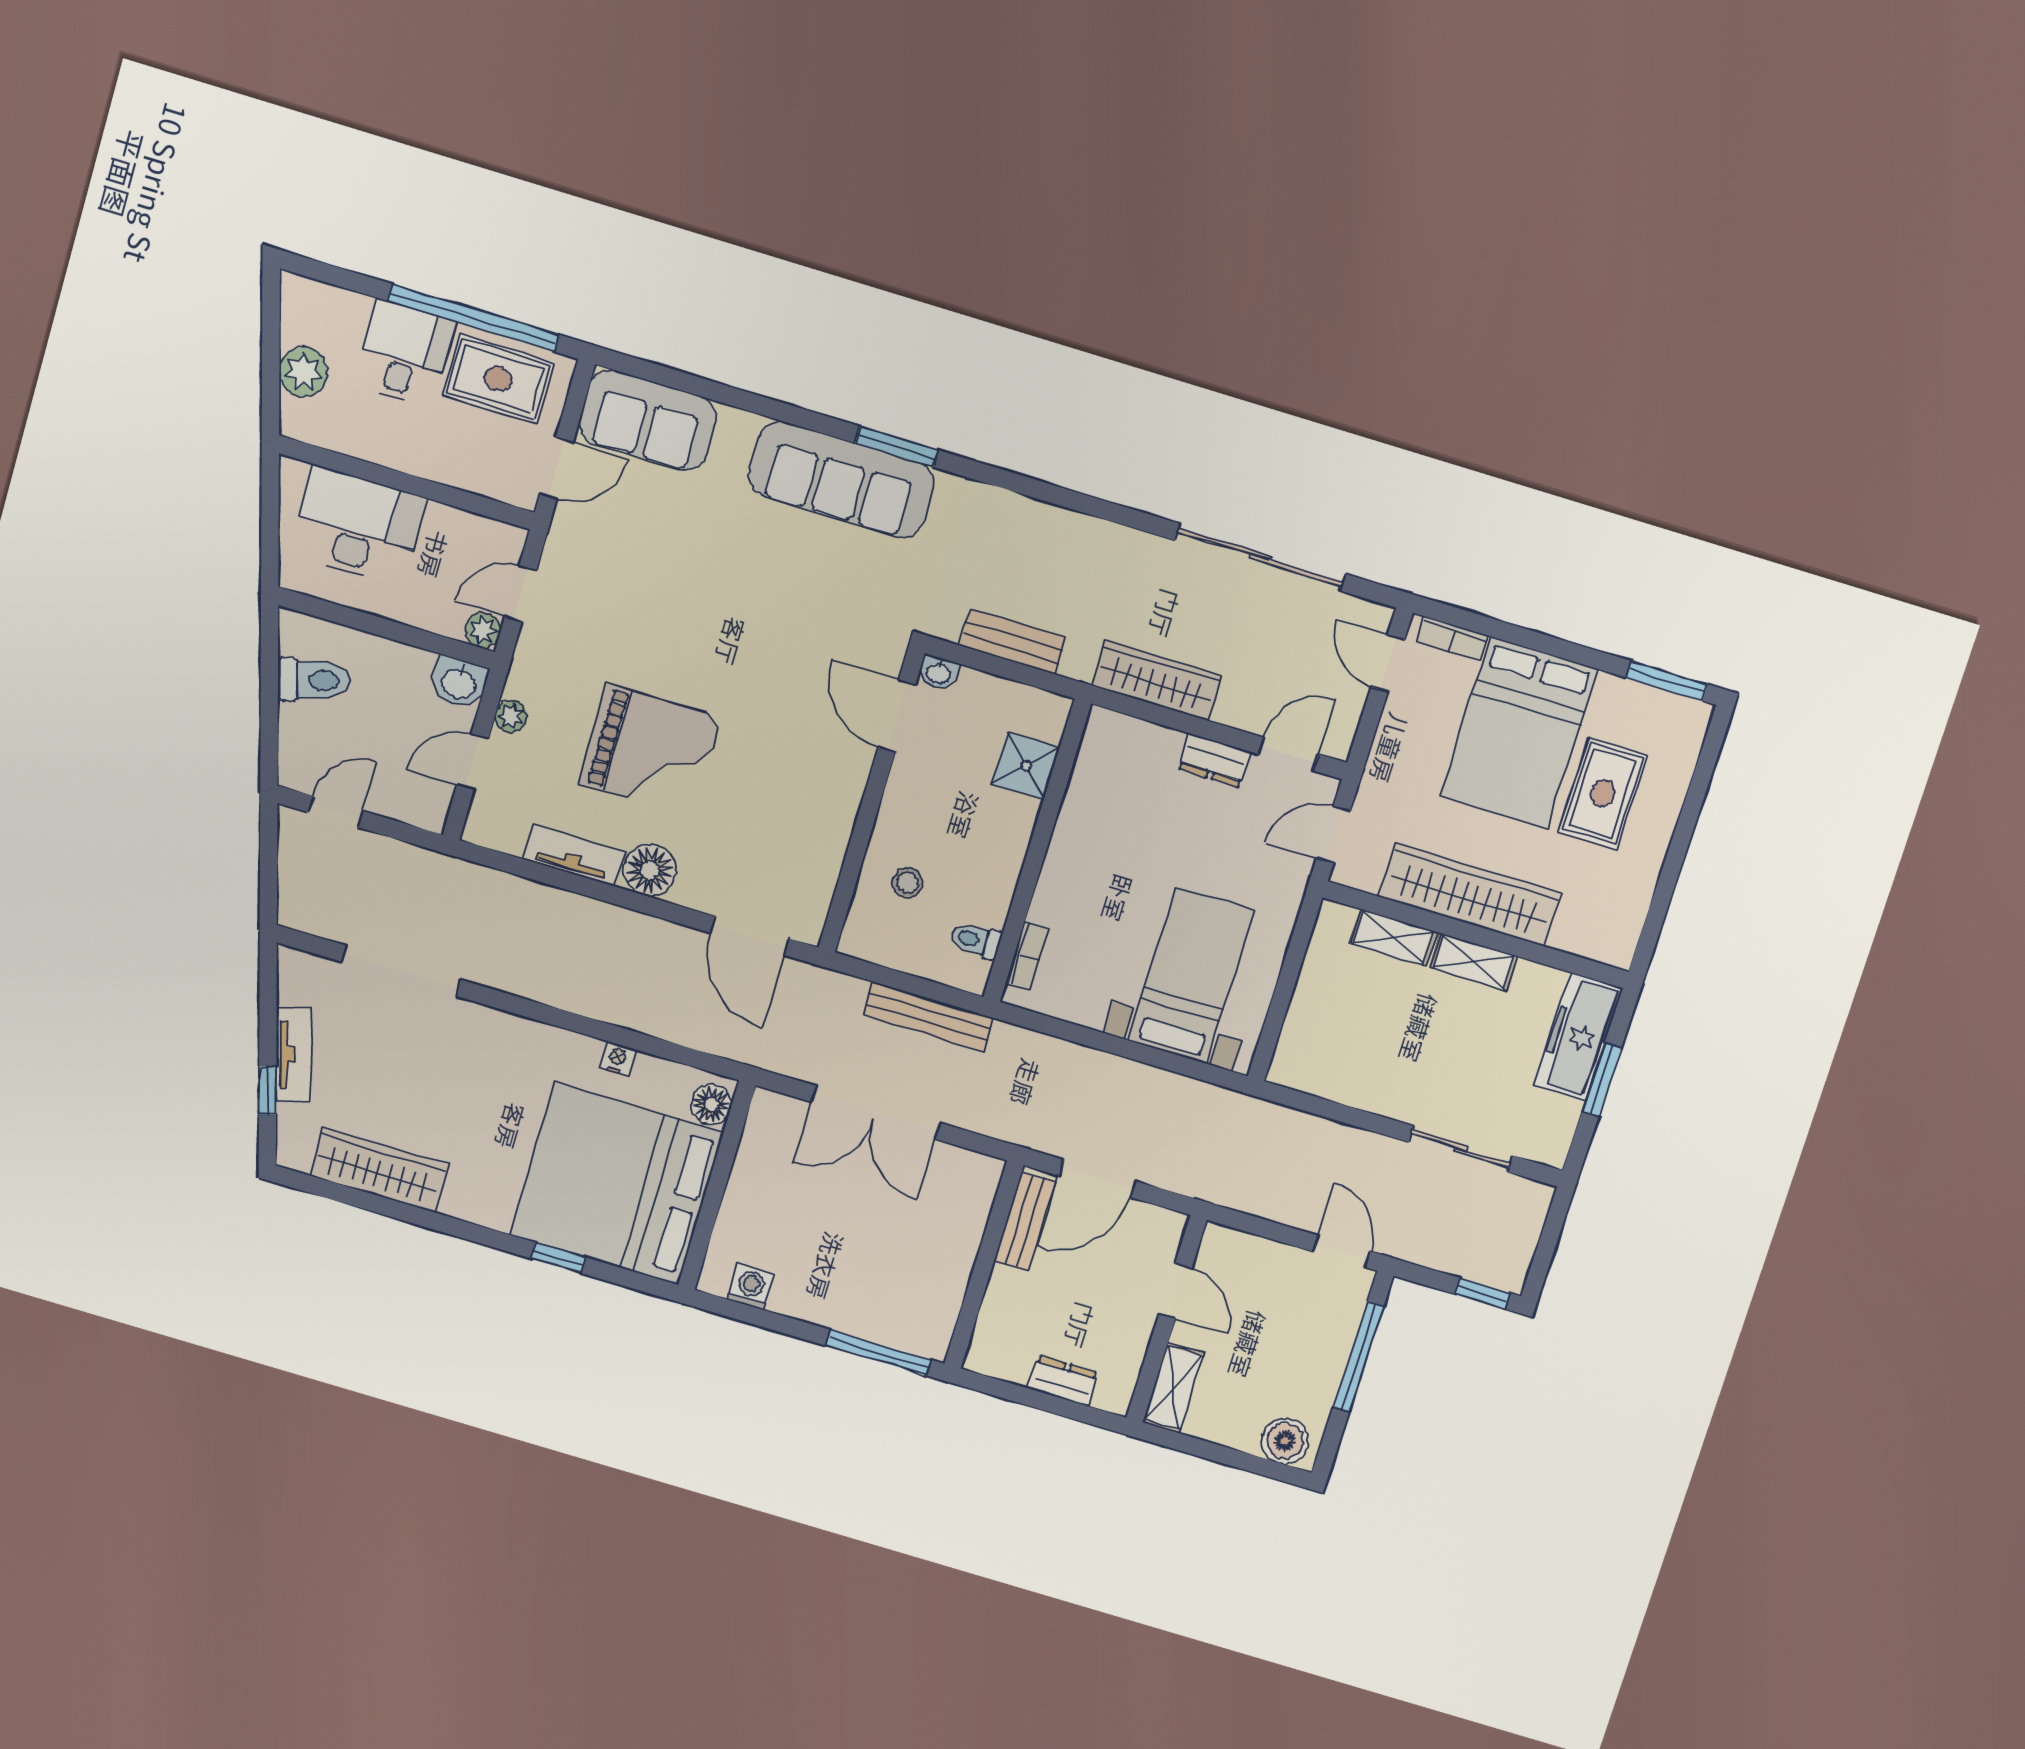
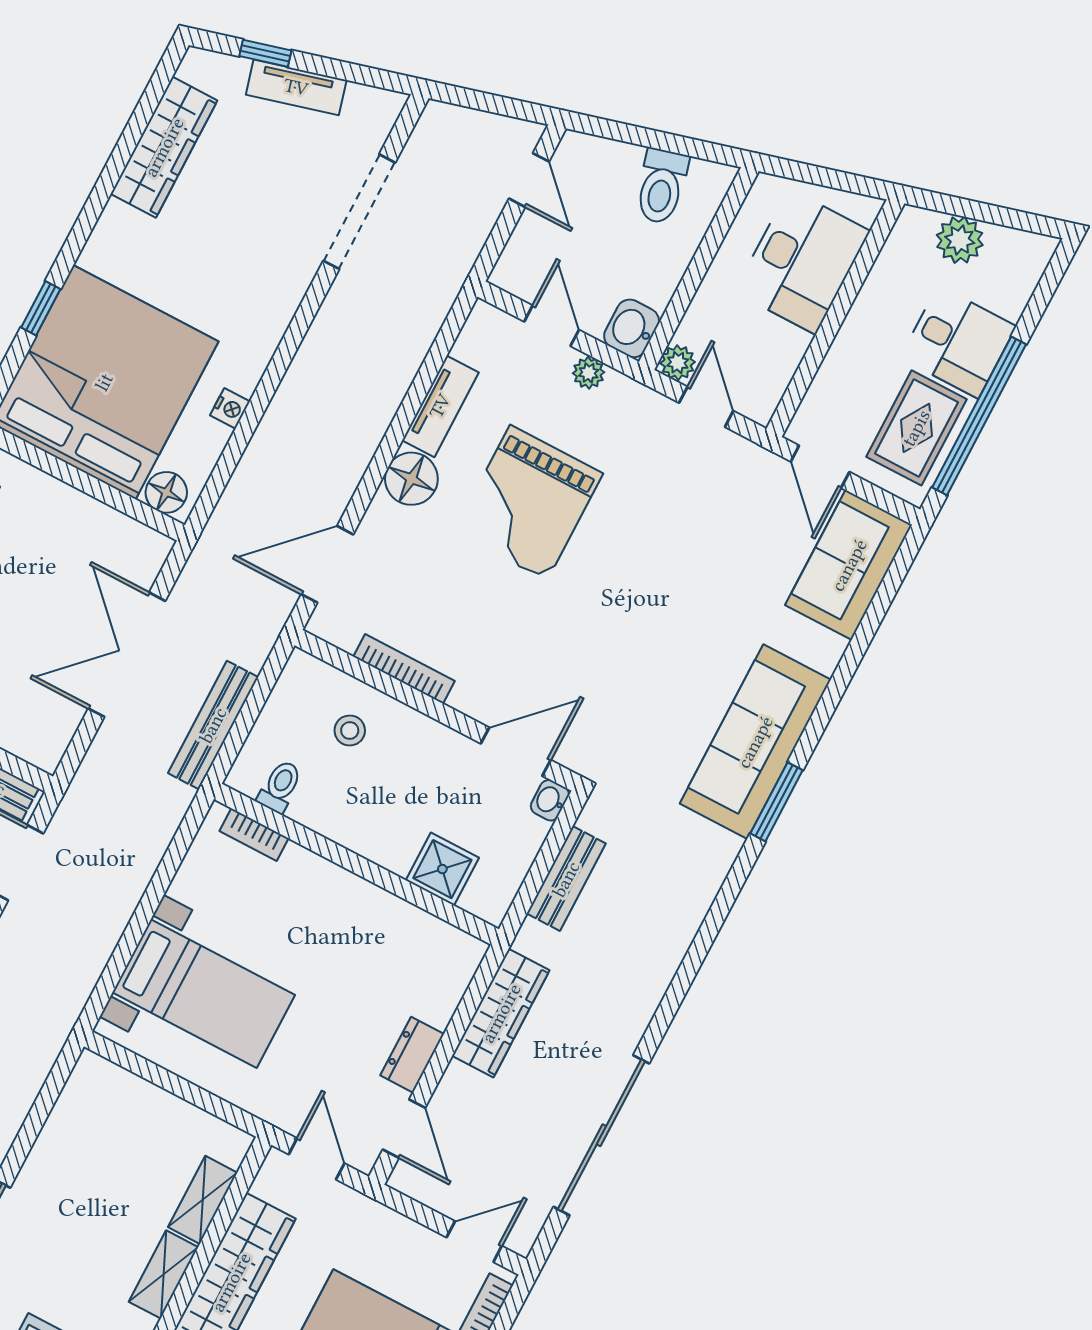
bookcase: (837, 841) -> (404, 669), added

